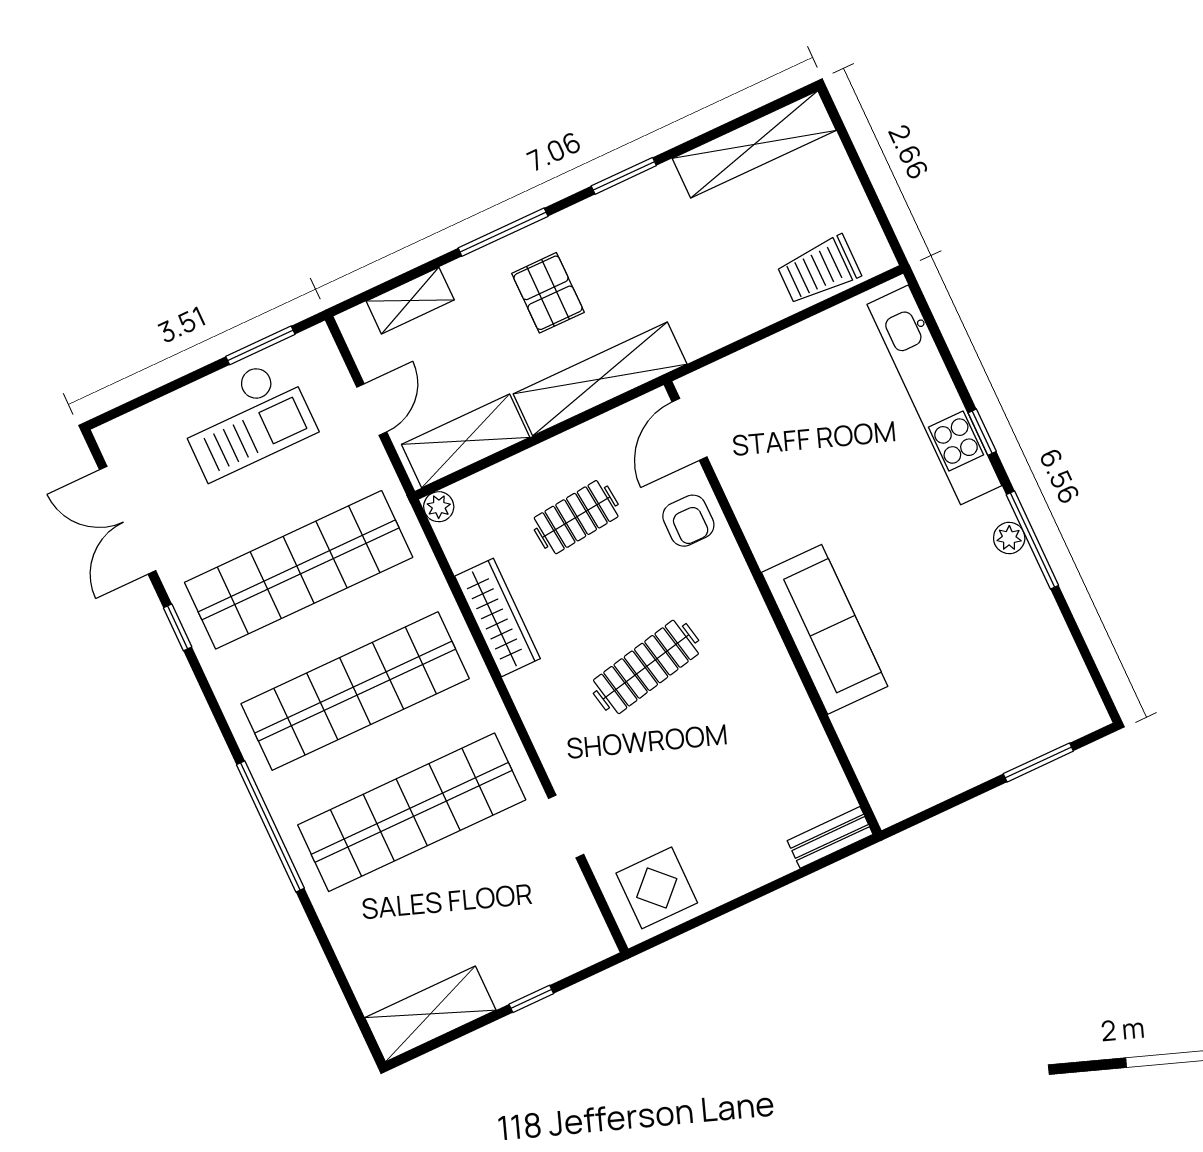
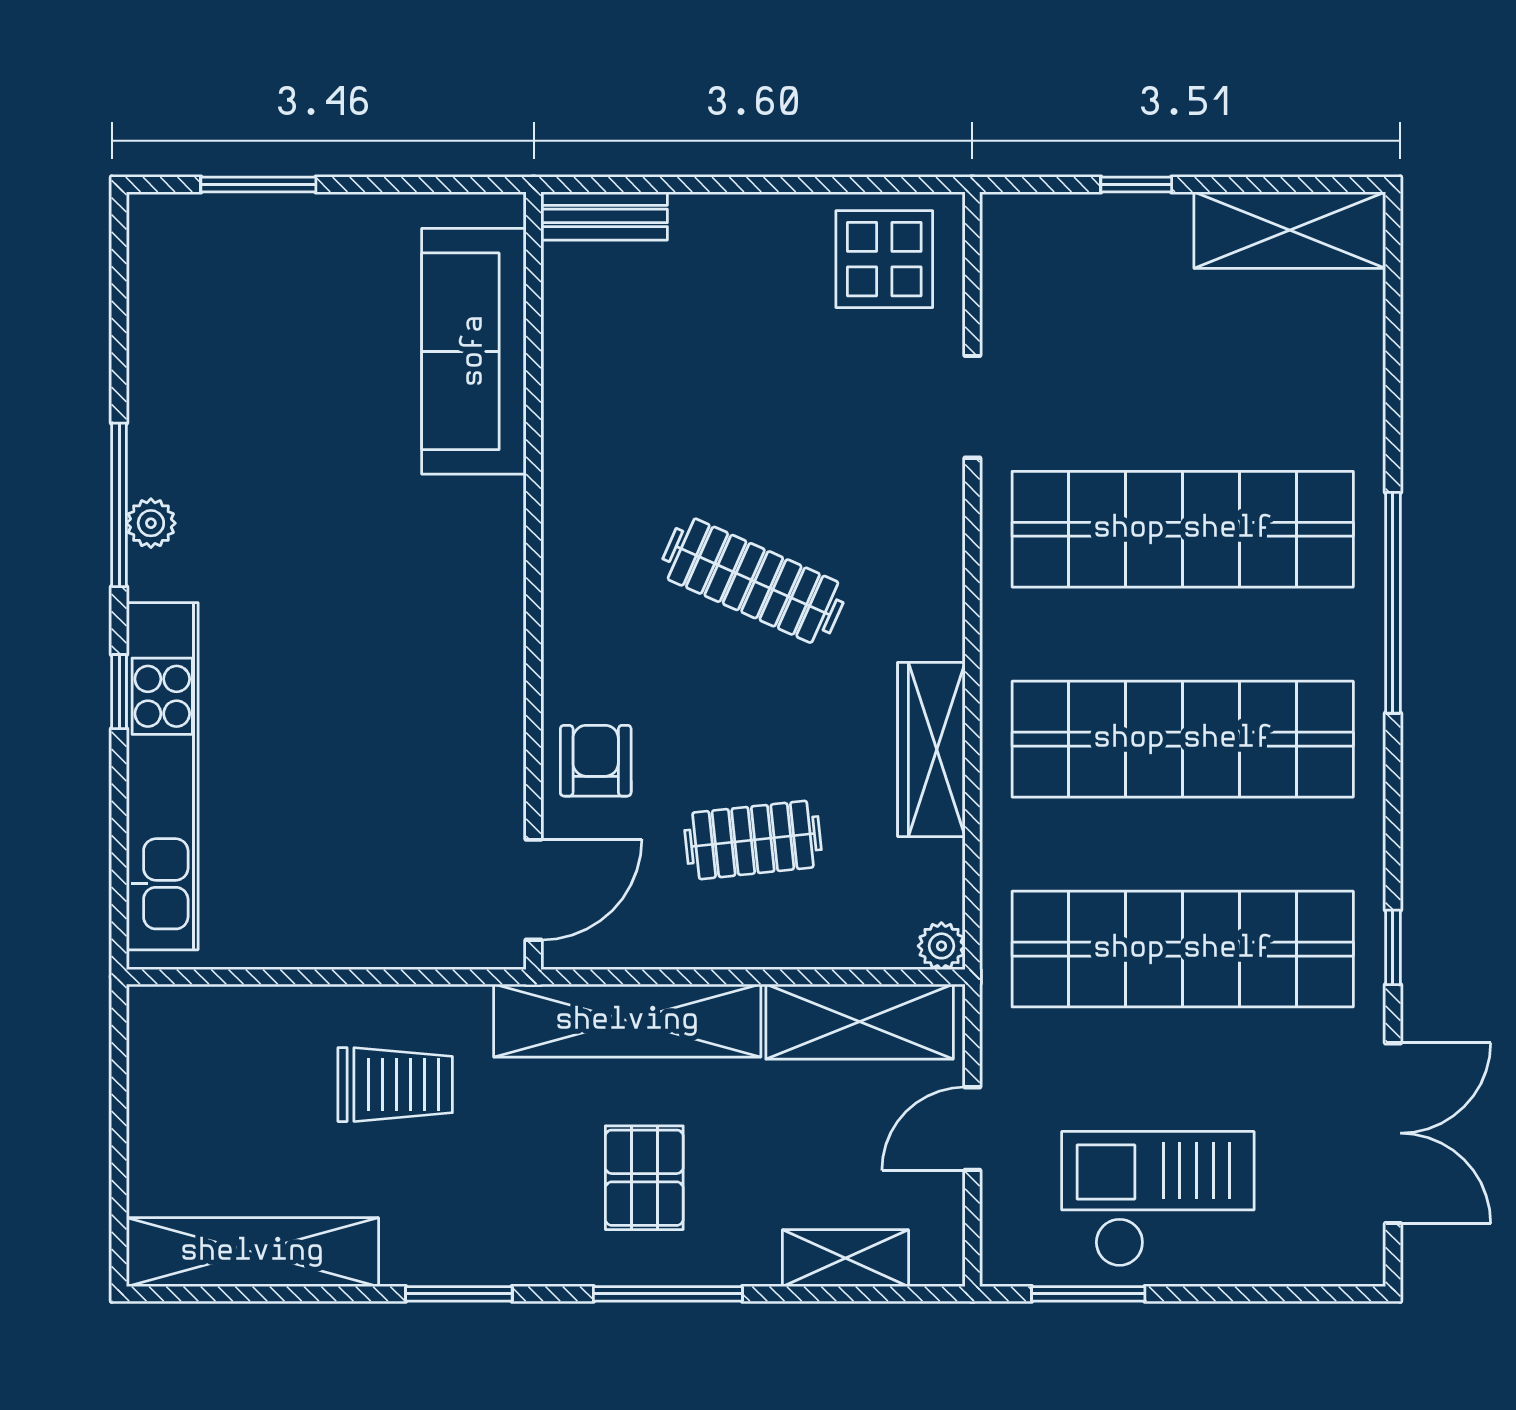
trolley: (819, 270) -> (395, 1085), moved
sofa: (825, 629) -> (474, 351), moved
clothes rail: (646, 667) -> (753, 581), turned 36

